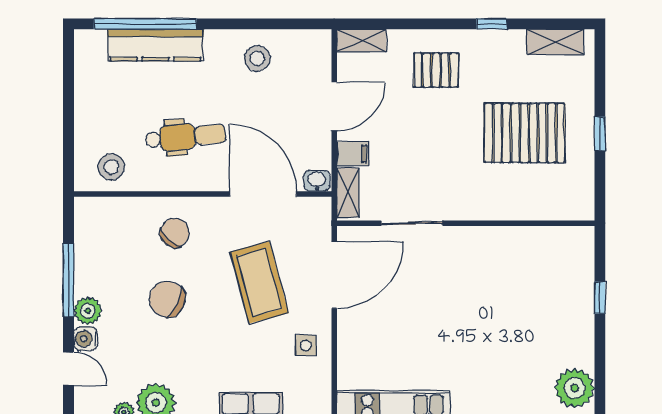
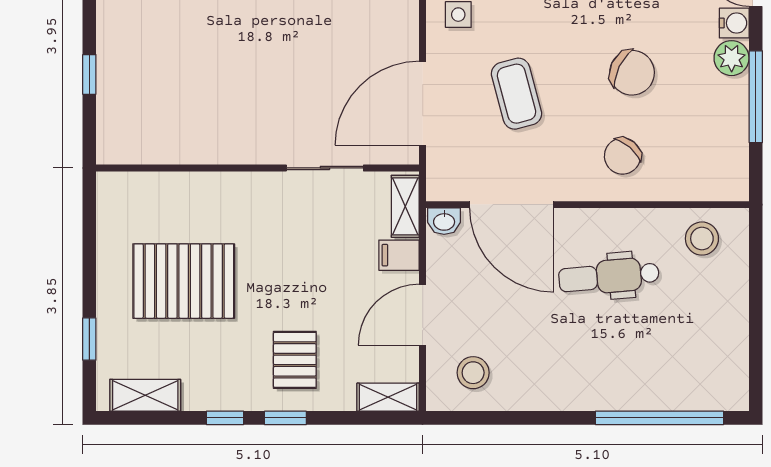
window: (443, 24) -> (285, 418), added
kitchen counter: (155, 45) -> (647, 391), removed
stool: (257, 59) -> (473, 373), moved
pallet: (436, 70) -> (295, 360), turned 90
window: (600, 134) -> (89, 339), moved
coffee table: (259, 282) -> (517, 94), width x0.73, depth x0.76

